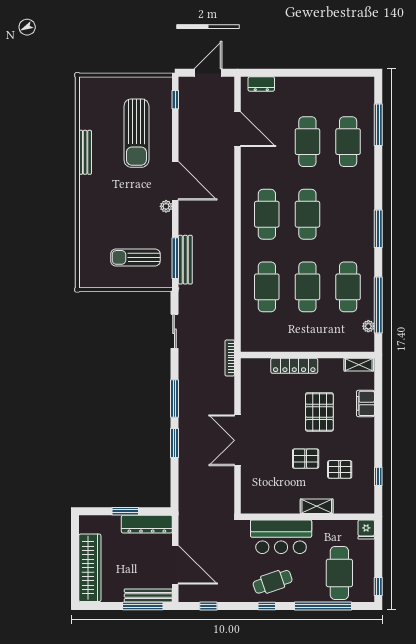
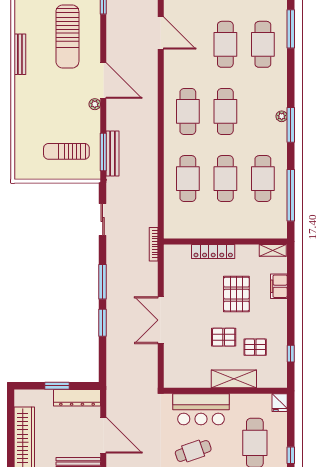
plant: (368, 326) -> (282, 116), moved
shelving: (317, 506) -> (234, 379), width x1.50, depth x1.33

